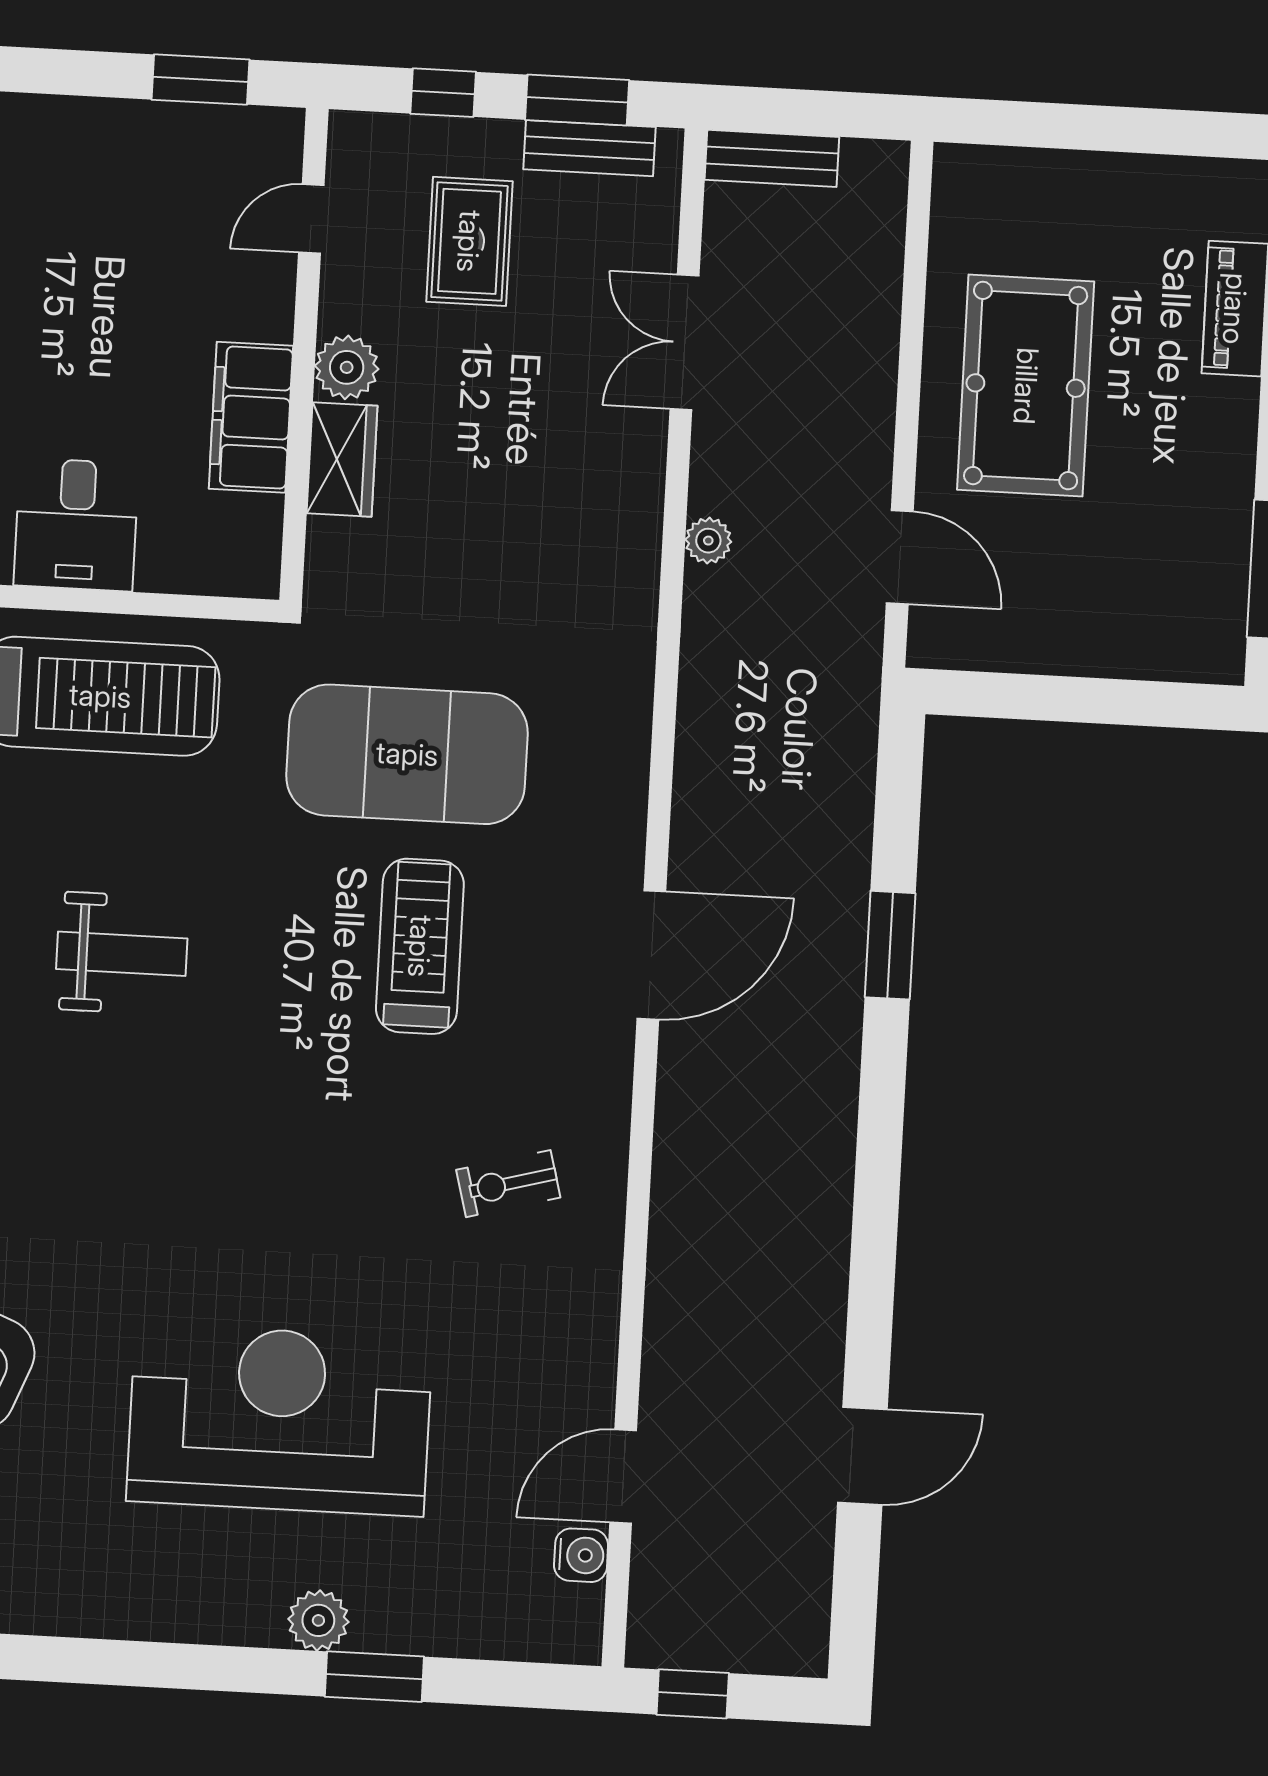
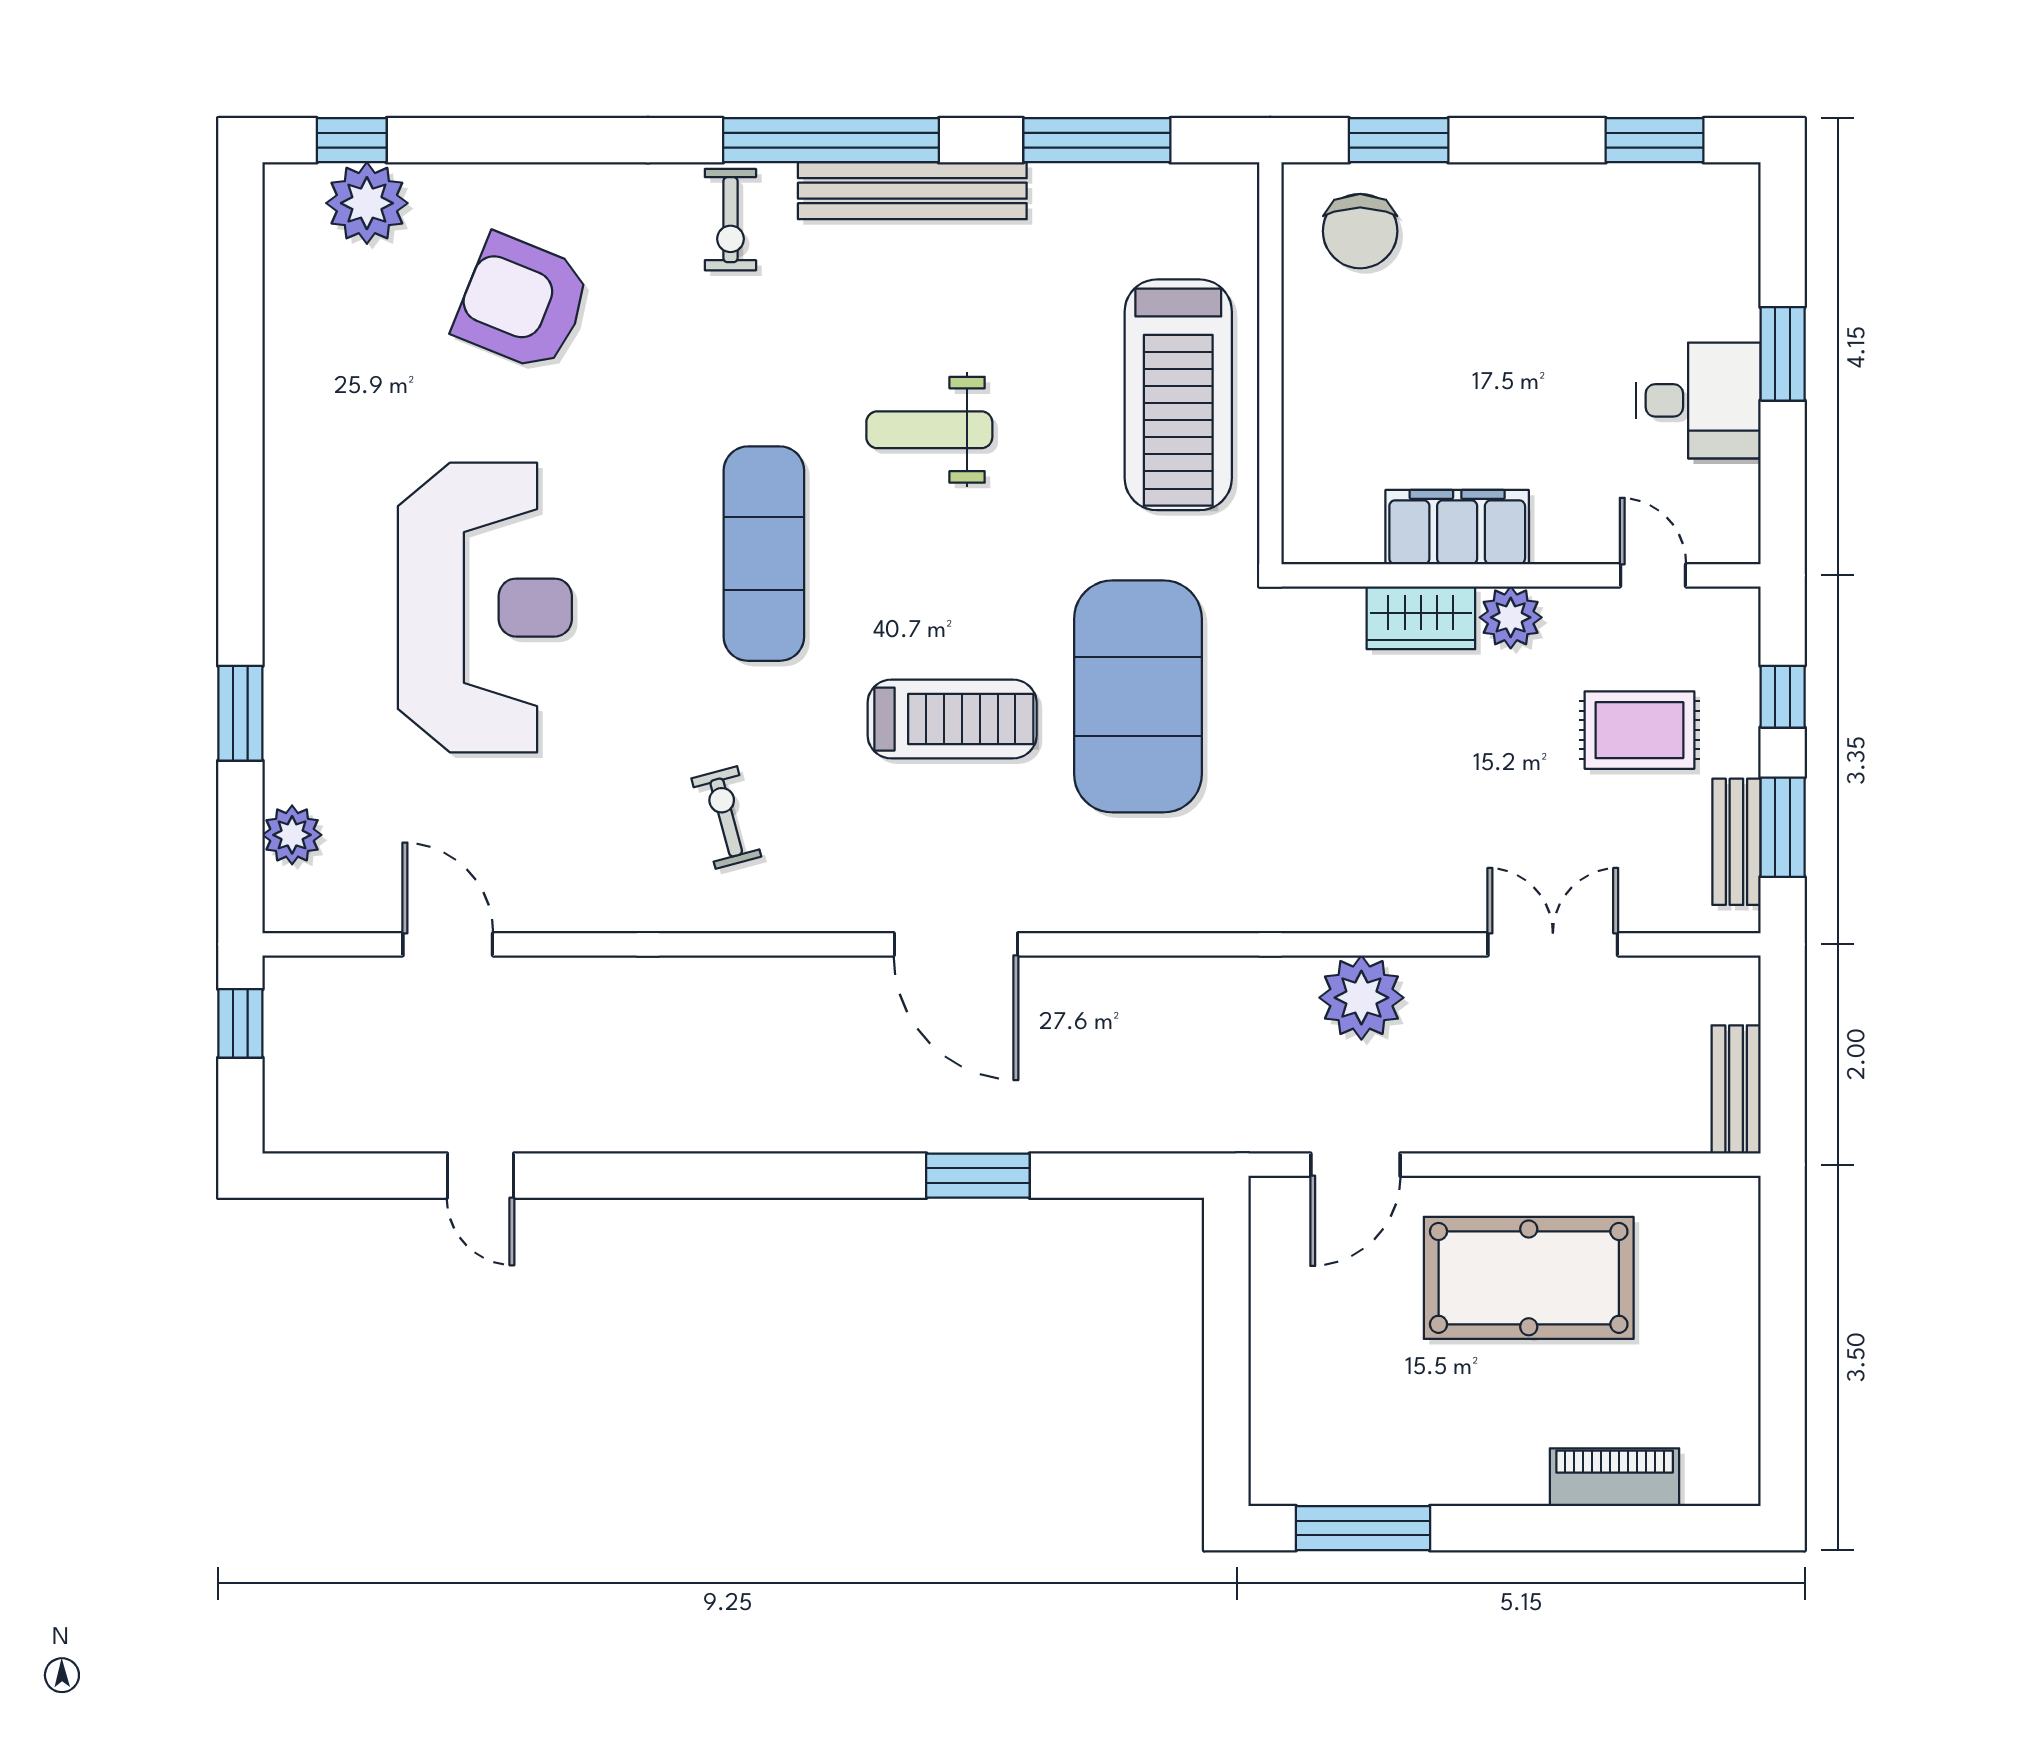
window: (200, 80) -> (1783, 354), moved
bench: (772, 158) -> (1736, 1089), moved
desk: (76, 525) -> (1698, 400), moved, turned 180
plant: (708, 541) -> (1361, 998), width x1.87, depth x1.87
weight bench: (122, 954) -> (929, 430), turned 90
exercise mat: (240, 1130) -> (764, 554), added
door: (862, 1456) -> (481, 1176), width x0.73
water cooler: (581, 1555) -> (369, 908), removed
plant: (318, 1620) -> (292, 835), moved

